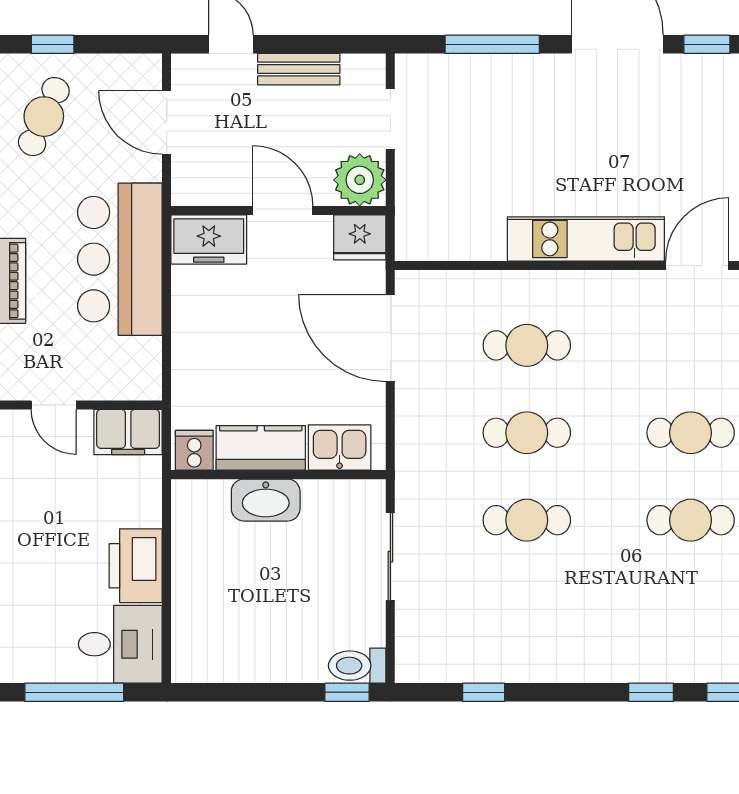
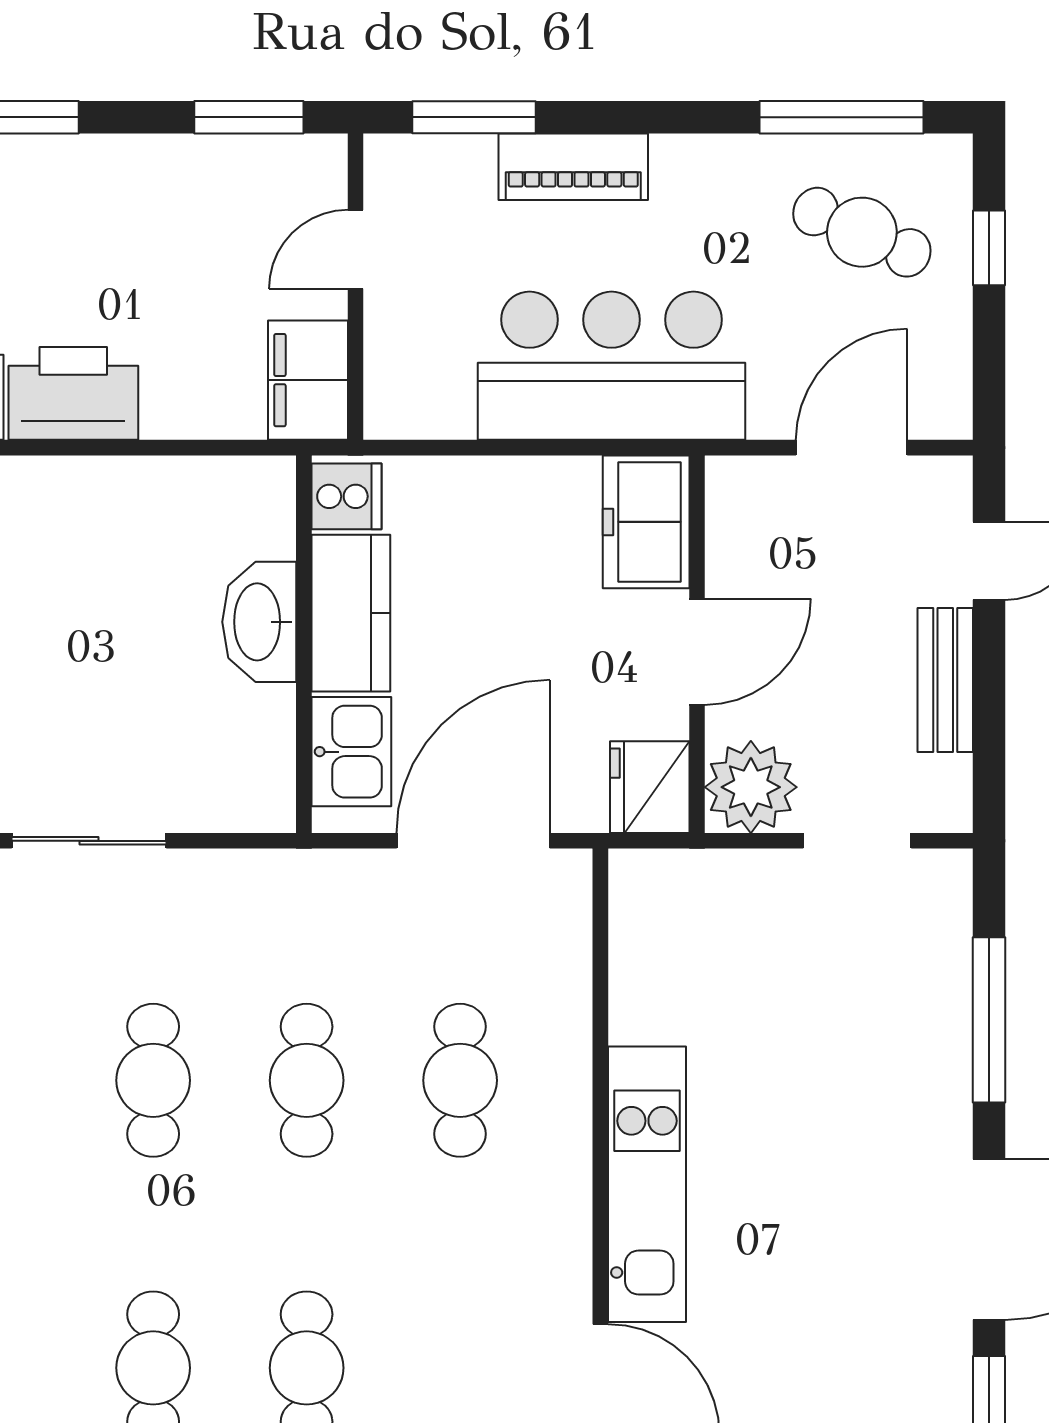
kitchen counter: (261, 448) -> (351, 613), moved
kitchen sink: (340, 448) -> (351, 752), moved
cooker: (194, 450) -> (347, 496), moved
wall: (278, 475) -> (304, 644), moved
washbasin: (266, 500) -> (259, 622), moved

